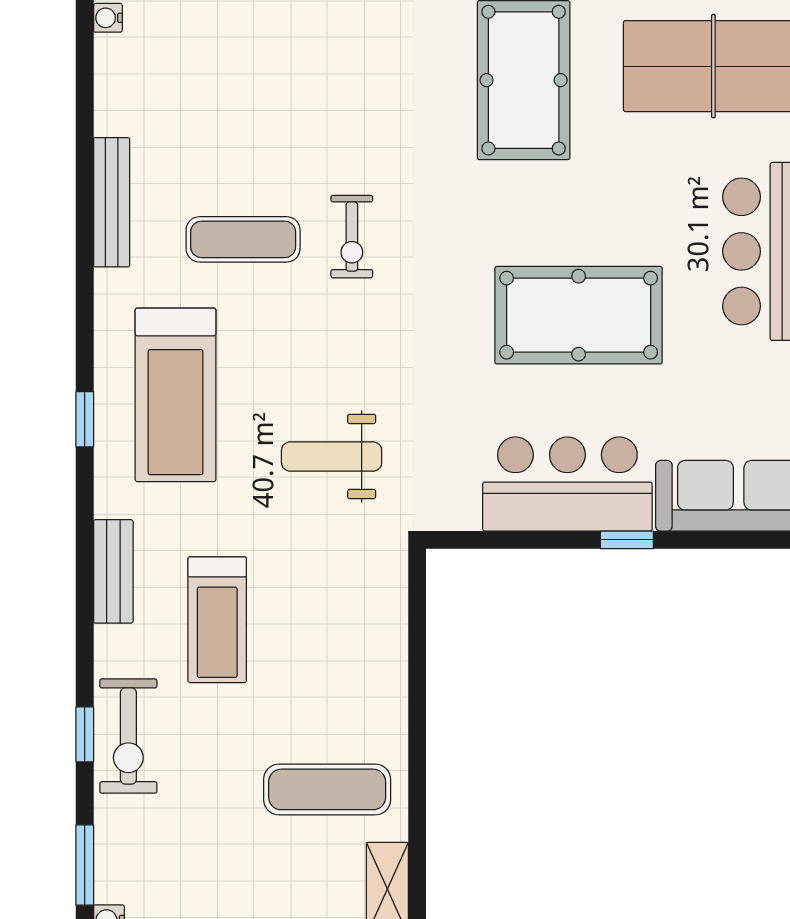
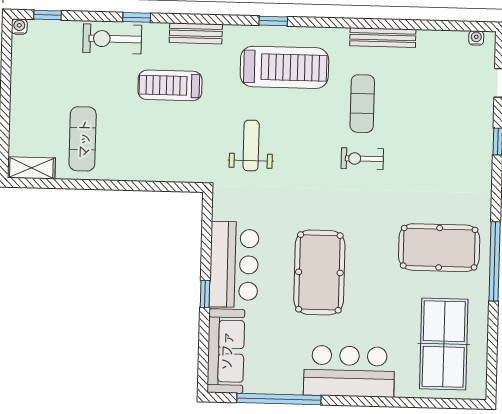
treadmill: (176, 395) -> (284, 67), turned 180
window: (85, 734) -> (137, 17), moved
window: (85, 865) -> (48, 15), width x0.67

